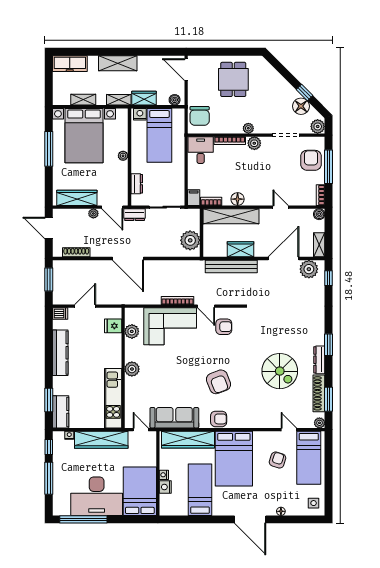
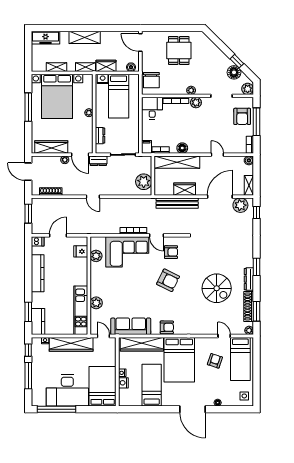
armchair: (311, 160) -> (242, 116), turned 180
door: (128, 259) -> (93, 197), width x0.53
plant: (132, 369) -> (96, 303), moved
armchair: (219, 382) -> (168, 280), moved, turned -43

